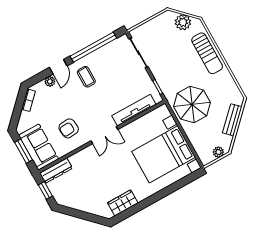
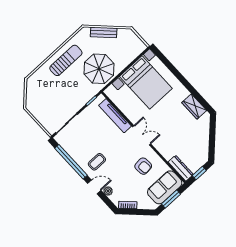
plant: (183, 22) -> (33, 93), removed
sun lounger: (207, 53) -> (66, 60), moved
plant: (218, 152) -> (133, 37), removed

